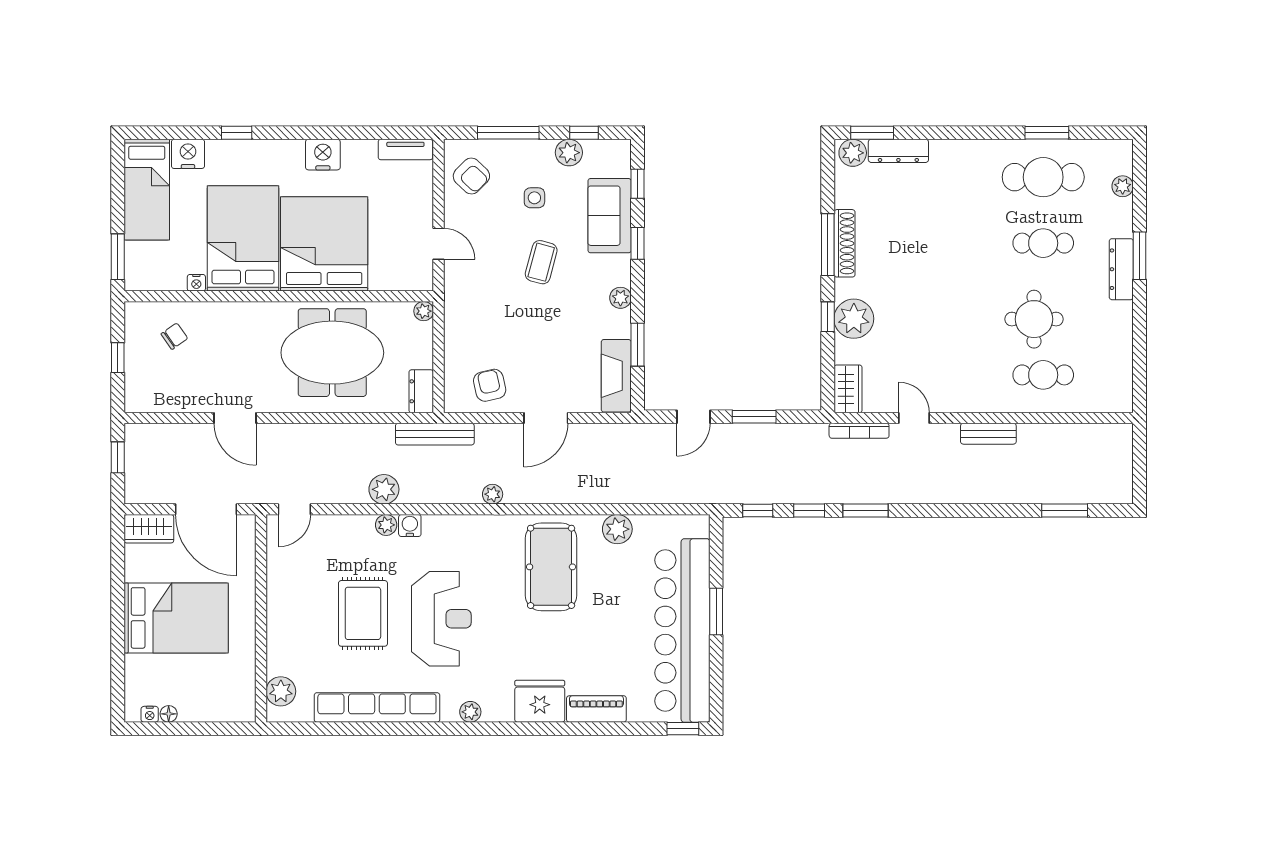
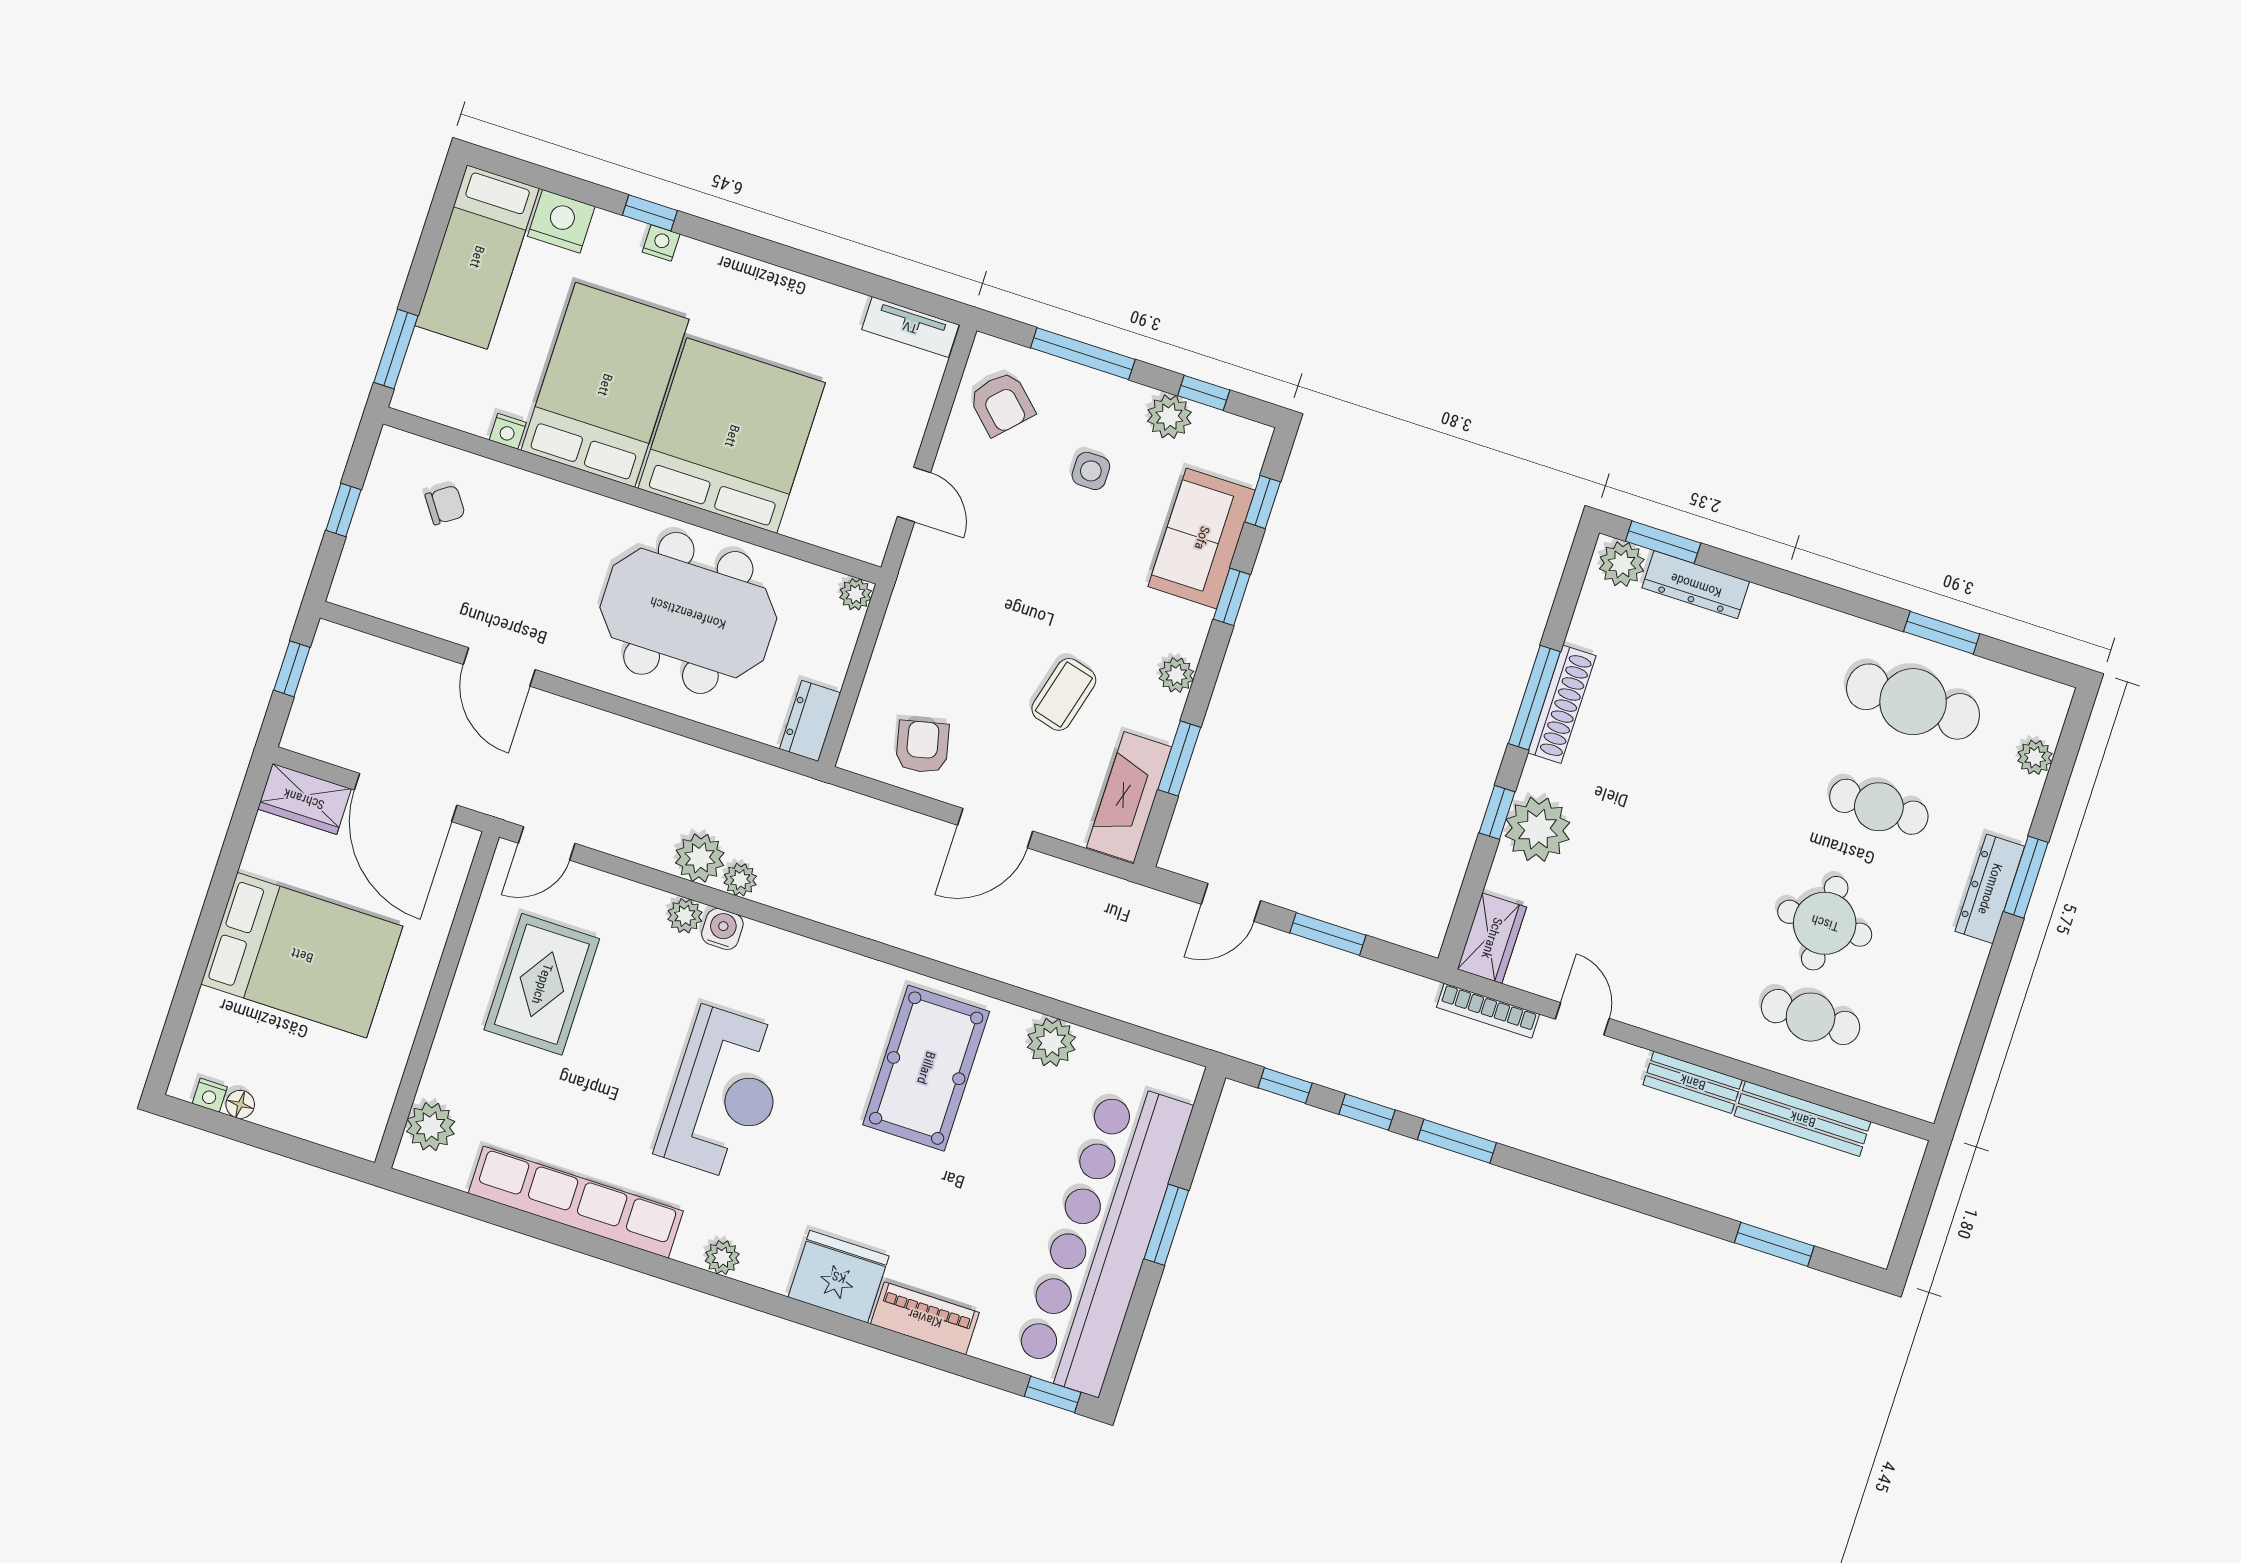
nightstand: (323, 155) -> (661, 243), moved, width x0.53, depth x0.56
coffee table: (541, 262) -> (1064, 694), moved
bench: (435, 434) -> (1803, 1119), moved
plant: (493, 494) -> (740, 880), moved
rug: (363, 613) -> (542, 984), moved

